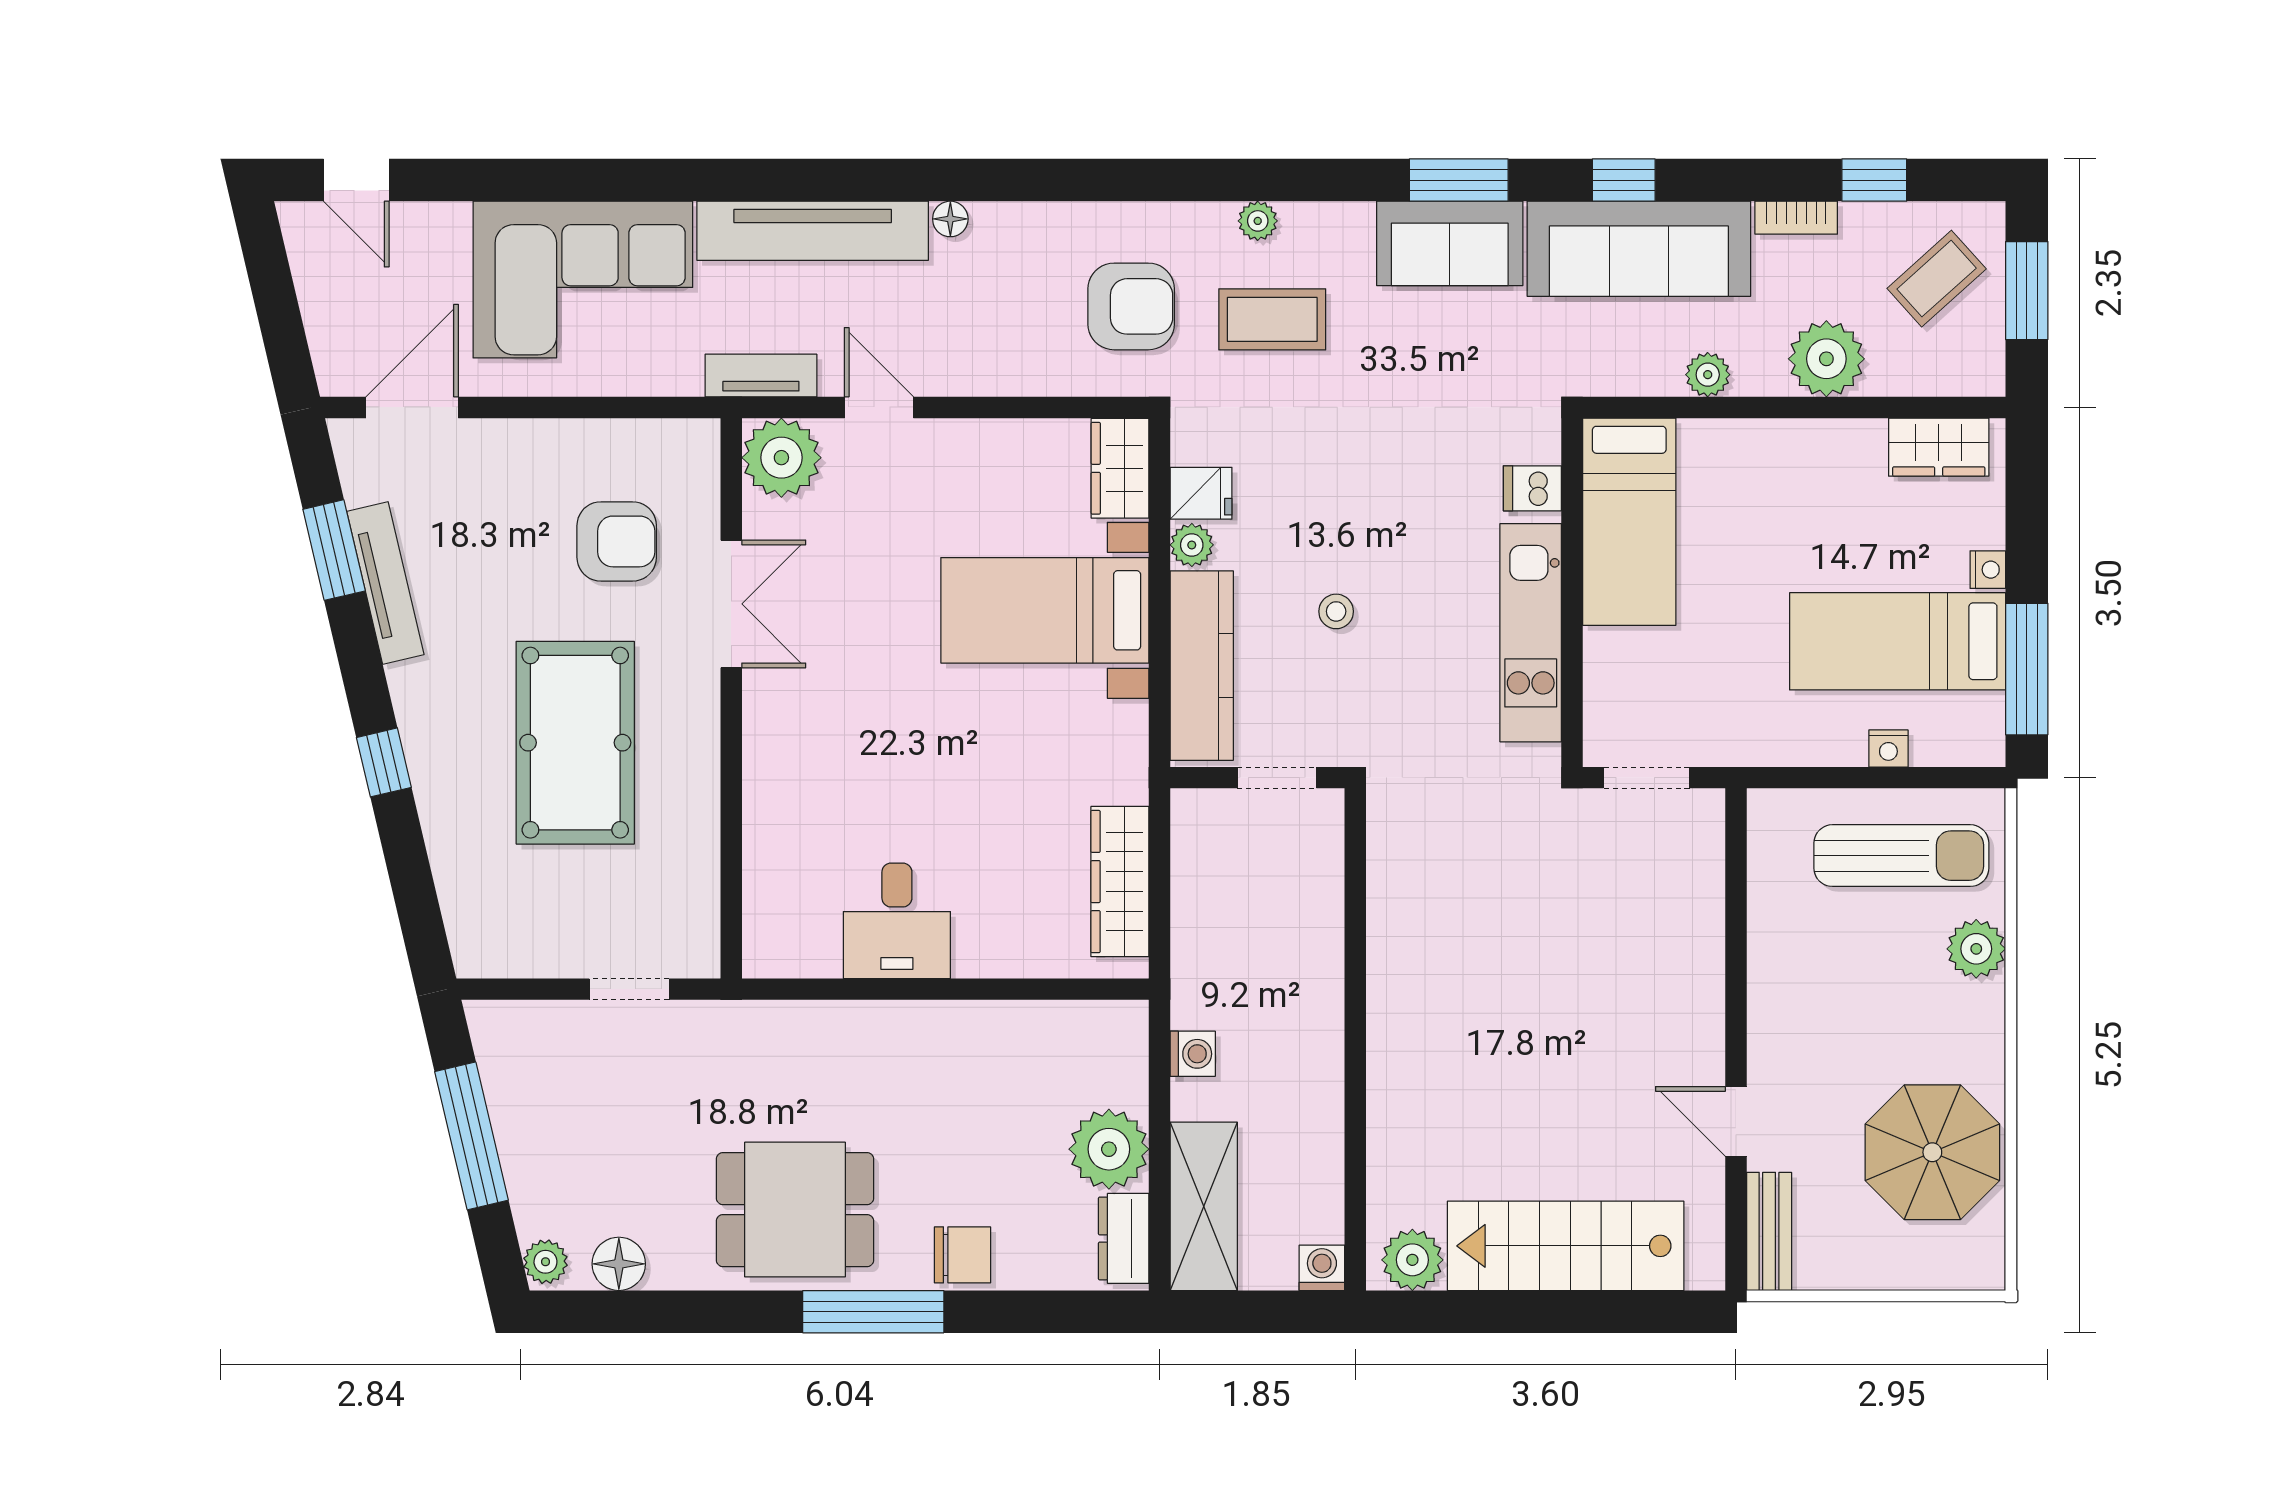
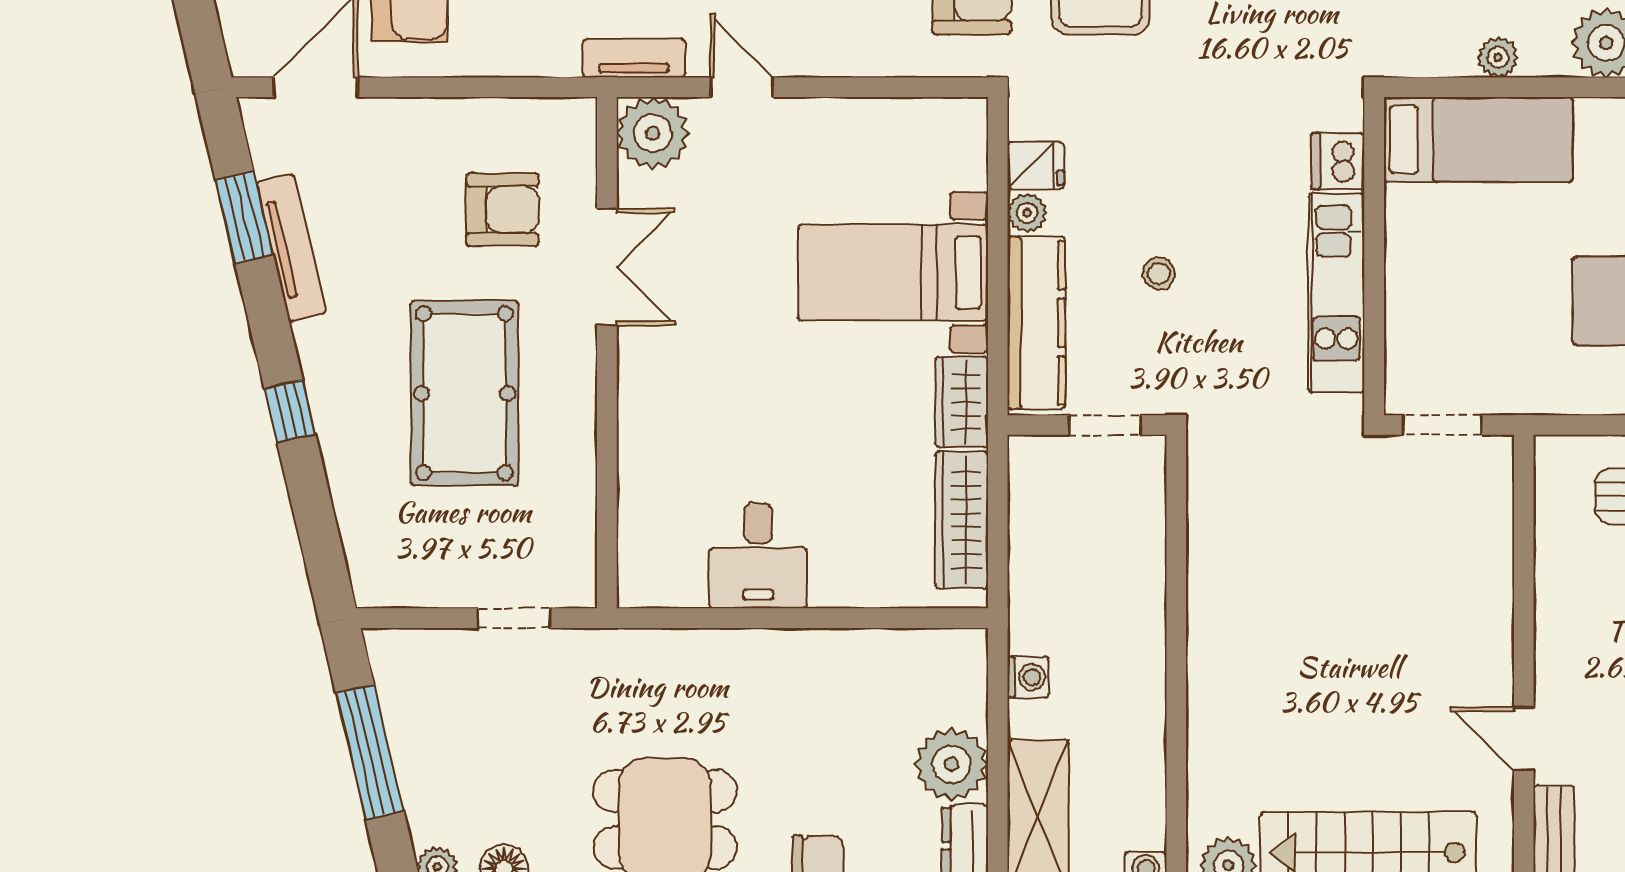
wardrobe: (1120, 468) -> (962, 402), moved
dishwasher: (1532, 488) -> (1338, 161), width x1.38
bed: (1629, 522) -> (1478, 140), moved, turned -90

